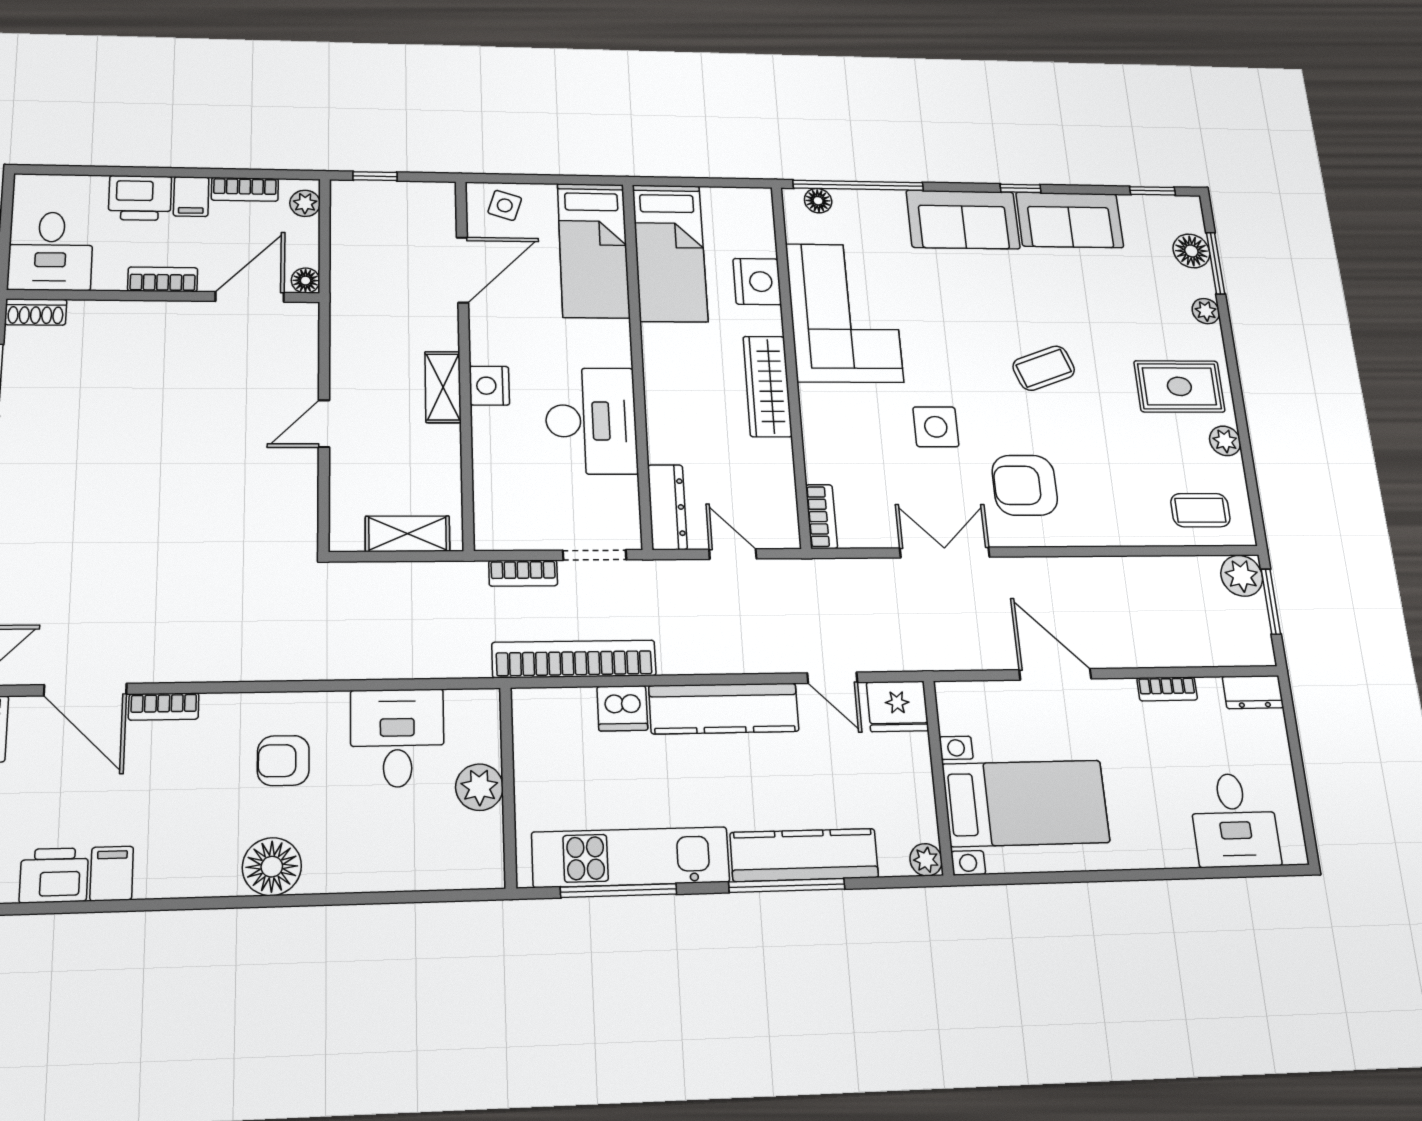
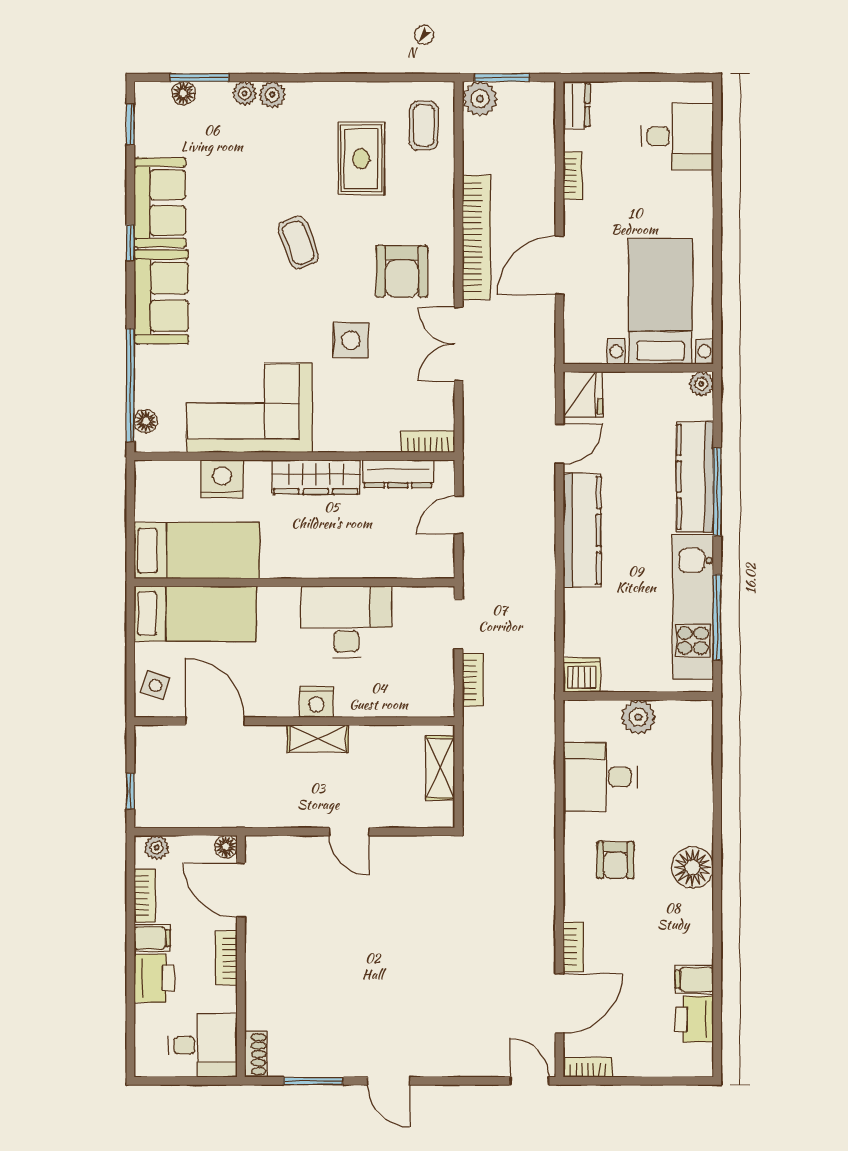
floor lamp: (1191, 251) -> (184, 93), width x0.73, depth x0.73
rug: (1179, 386) -> (361, 159), moved
plant: (1225, 441) -> (272, 95), moved
dresser: (667, 507) -> (398, 474), moved, turned 180
bookcase: (574, 659) -> (476, 237), moved, turned 180
dishwasher: (622, 708) -> (582, 675), moved, turned -90

